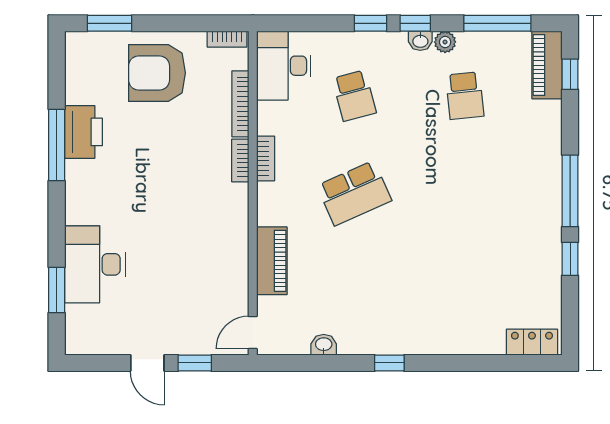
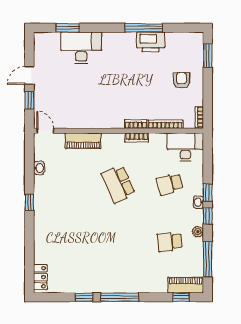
washbasin: (420, 41) -> (198, 202), moved
armchair: (157, 73) -> (182, 80), width x0.53, depth x0.53

